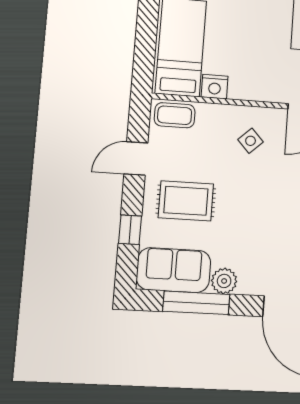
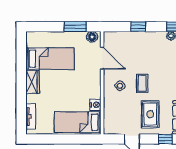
coffee table: (175, 115) -> (142, 83), moved

